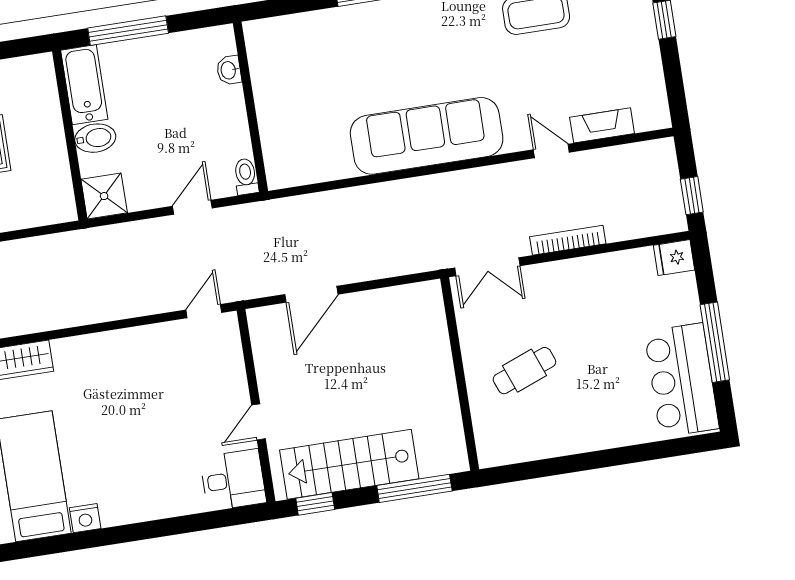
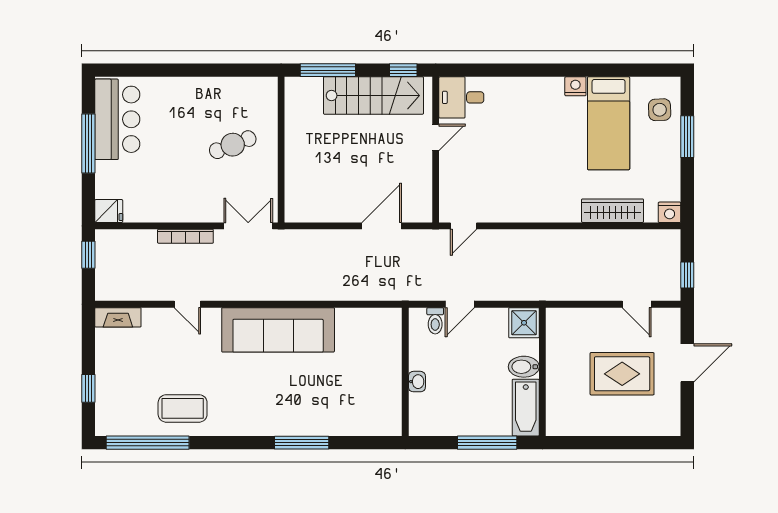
washbasin: (229, 70) -> (417, 382), moved
fireplace: (602, 125) -> (118, 317), moved
toilet: (246, 176) -> (435, 321), moved

